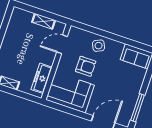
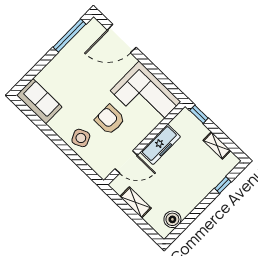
boiler: (15, 22) -> (172, 219), added
freezer: (42, 78) -> (160, 144), moved
window: (30, 97) -> (199, 114), added

